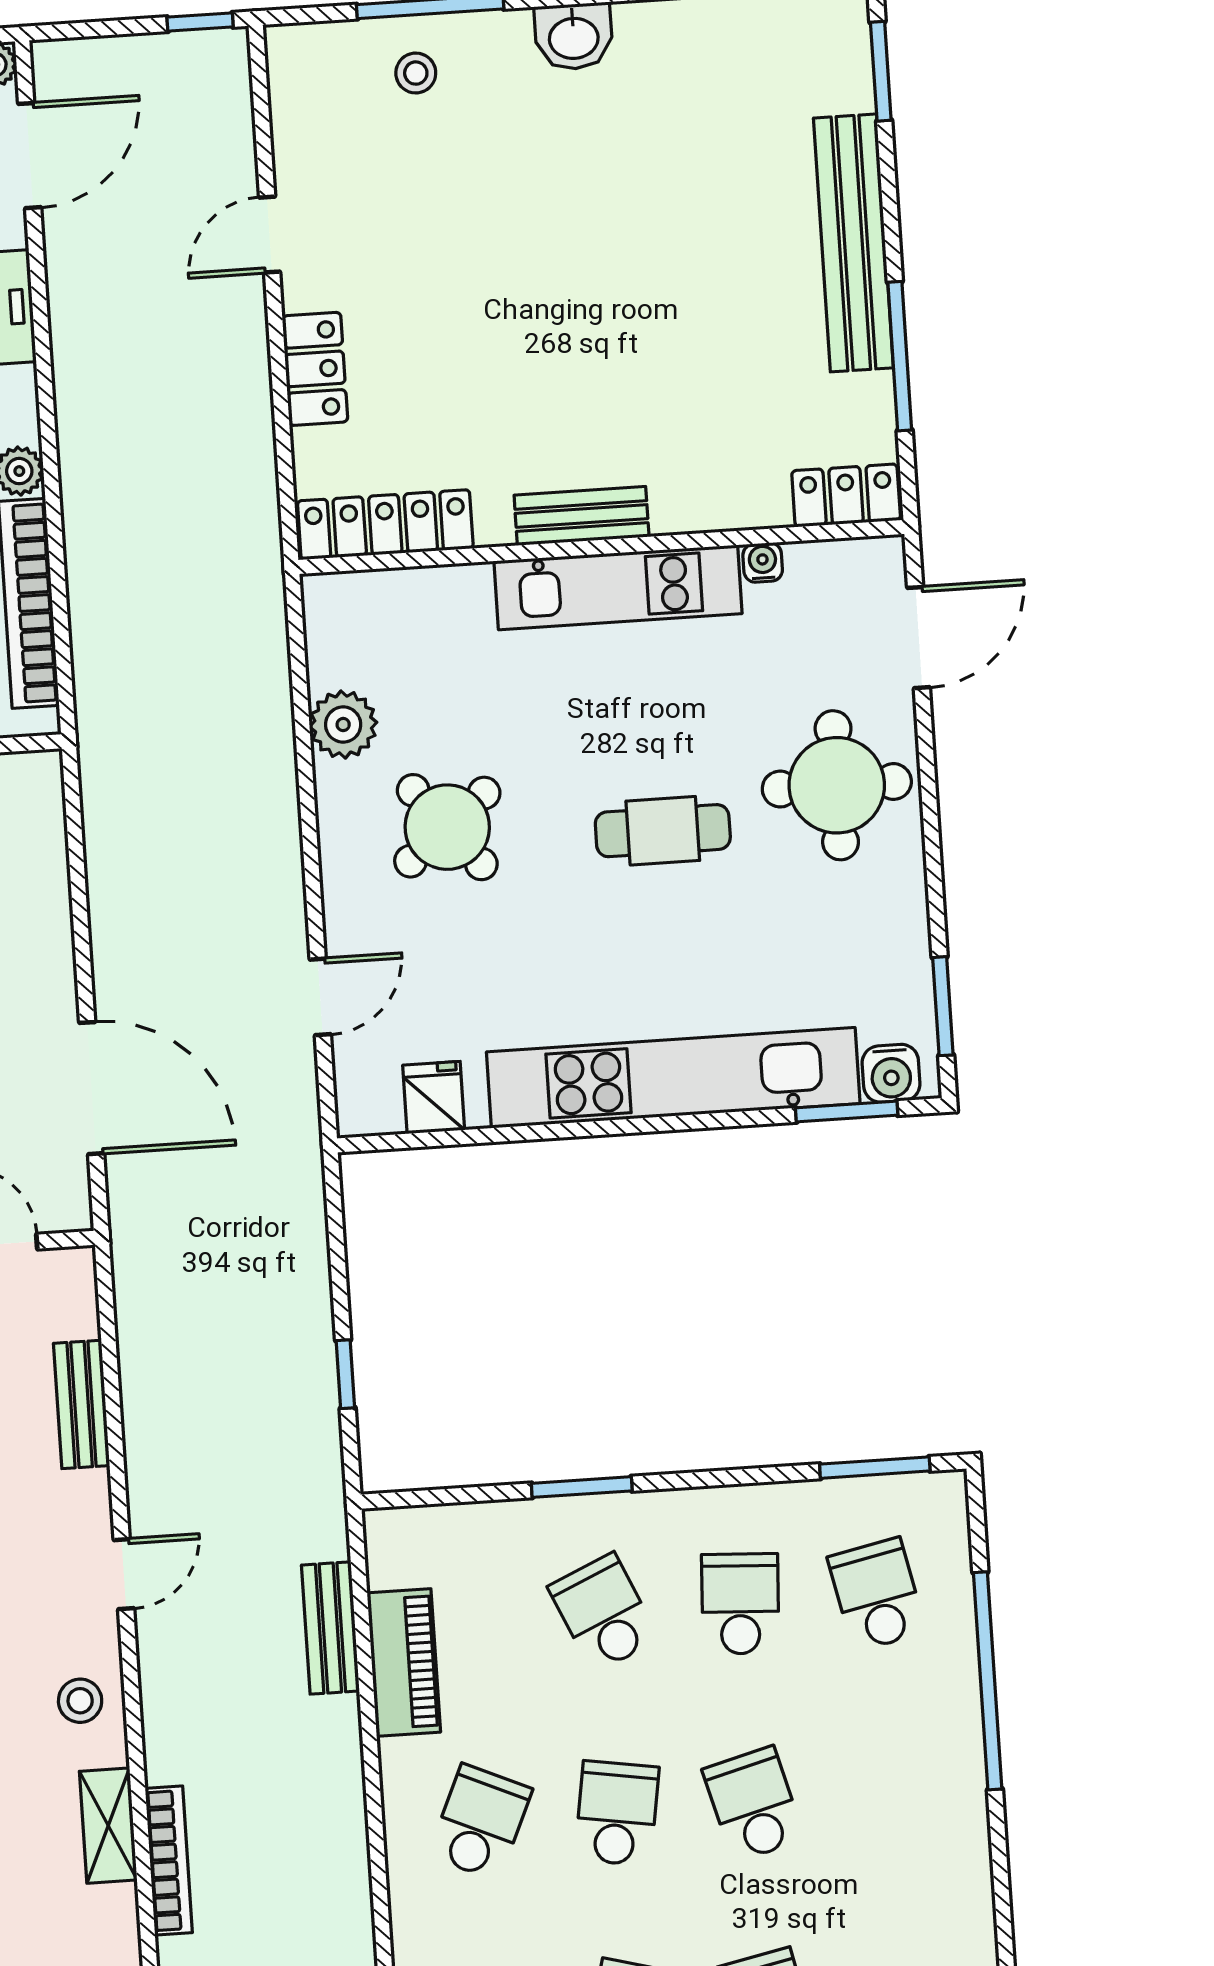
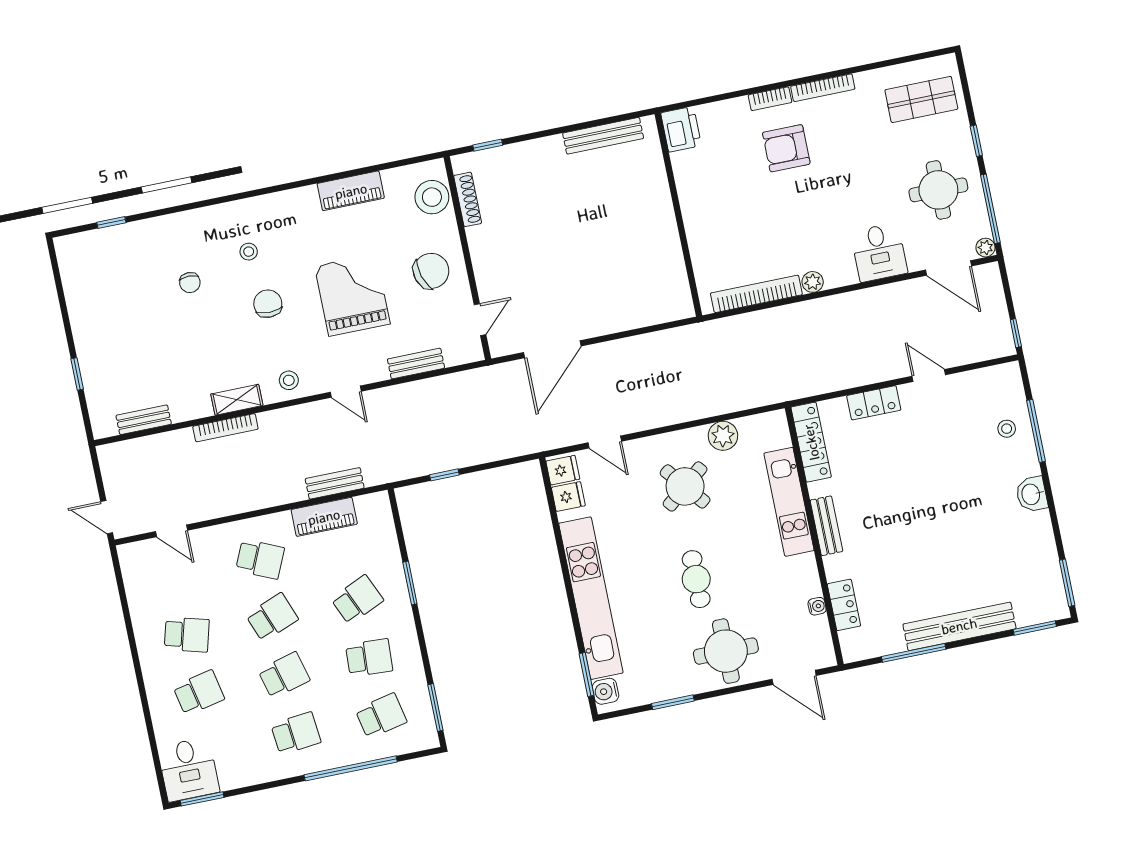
locker: (846, 495) -> (844, 605), moved
kitchen unit: (618, 587) -> (789, 502), moved
window: (943, 1006) -> (673, 702), moved
fridge: (372, 1102) -> (563, 470), added
school desk: (890, 1795) -> (296, 733), added
school desk: (617, 1813) -> (272, 617), turned -30

